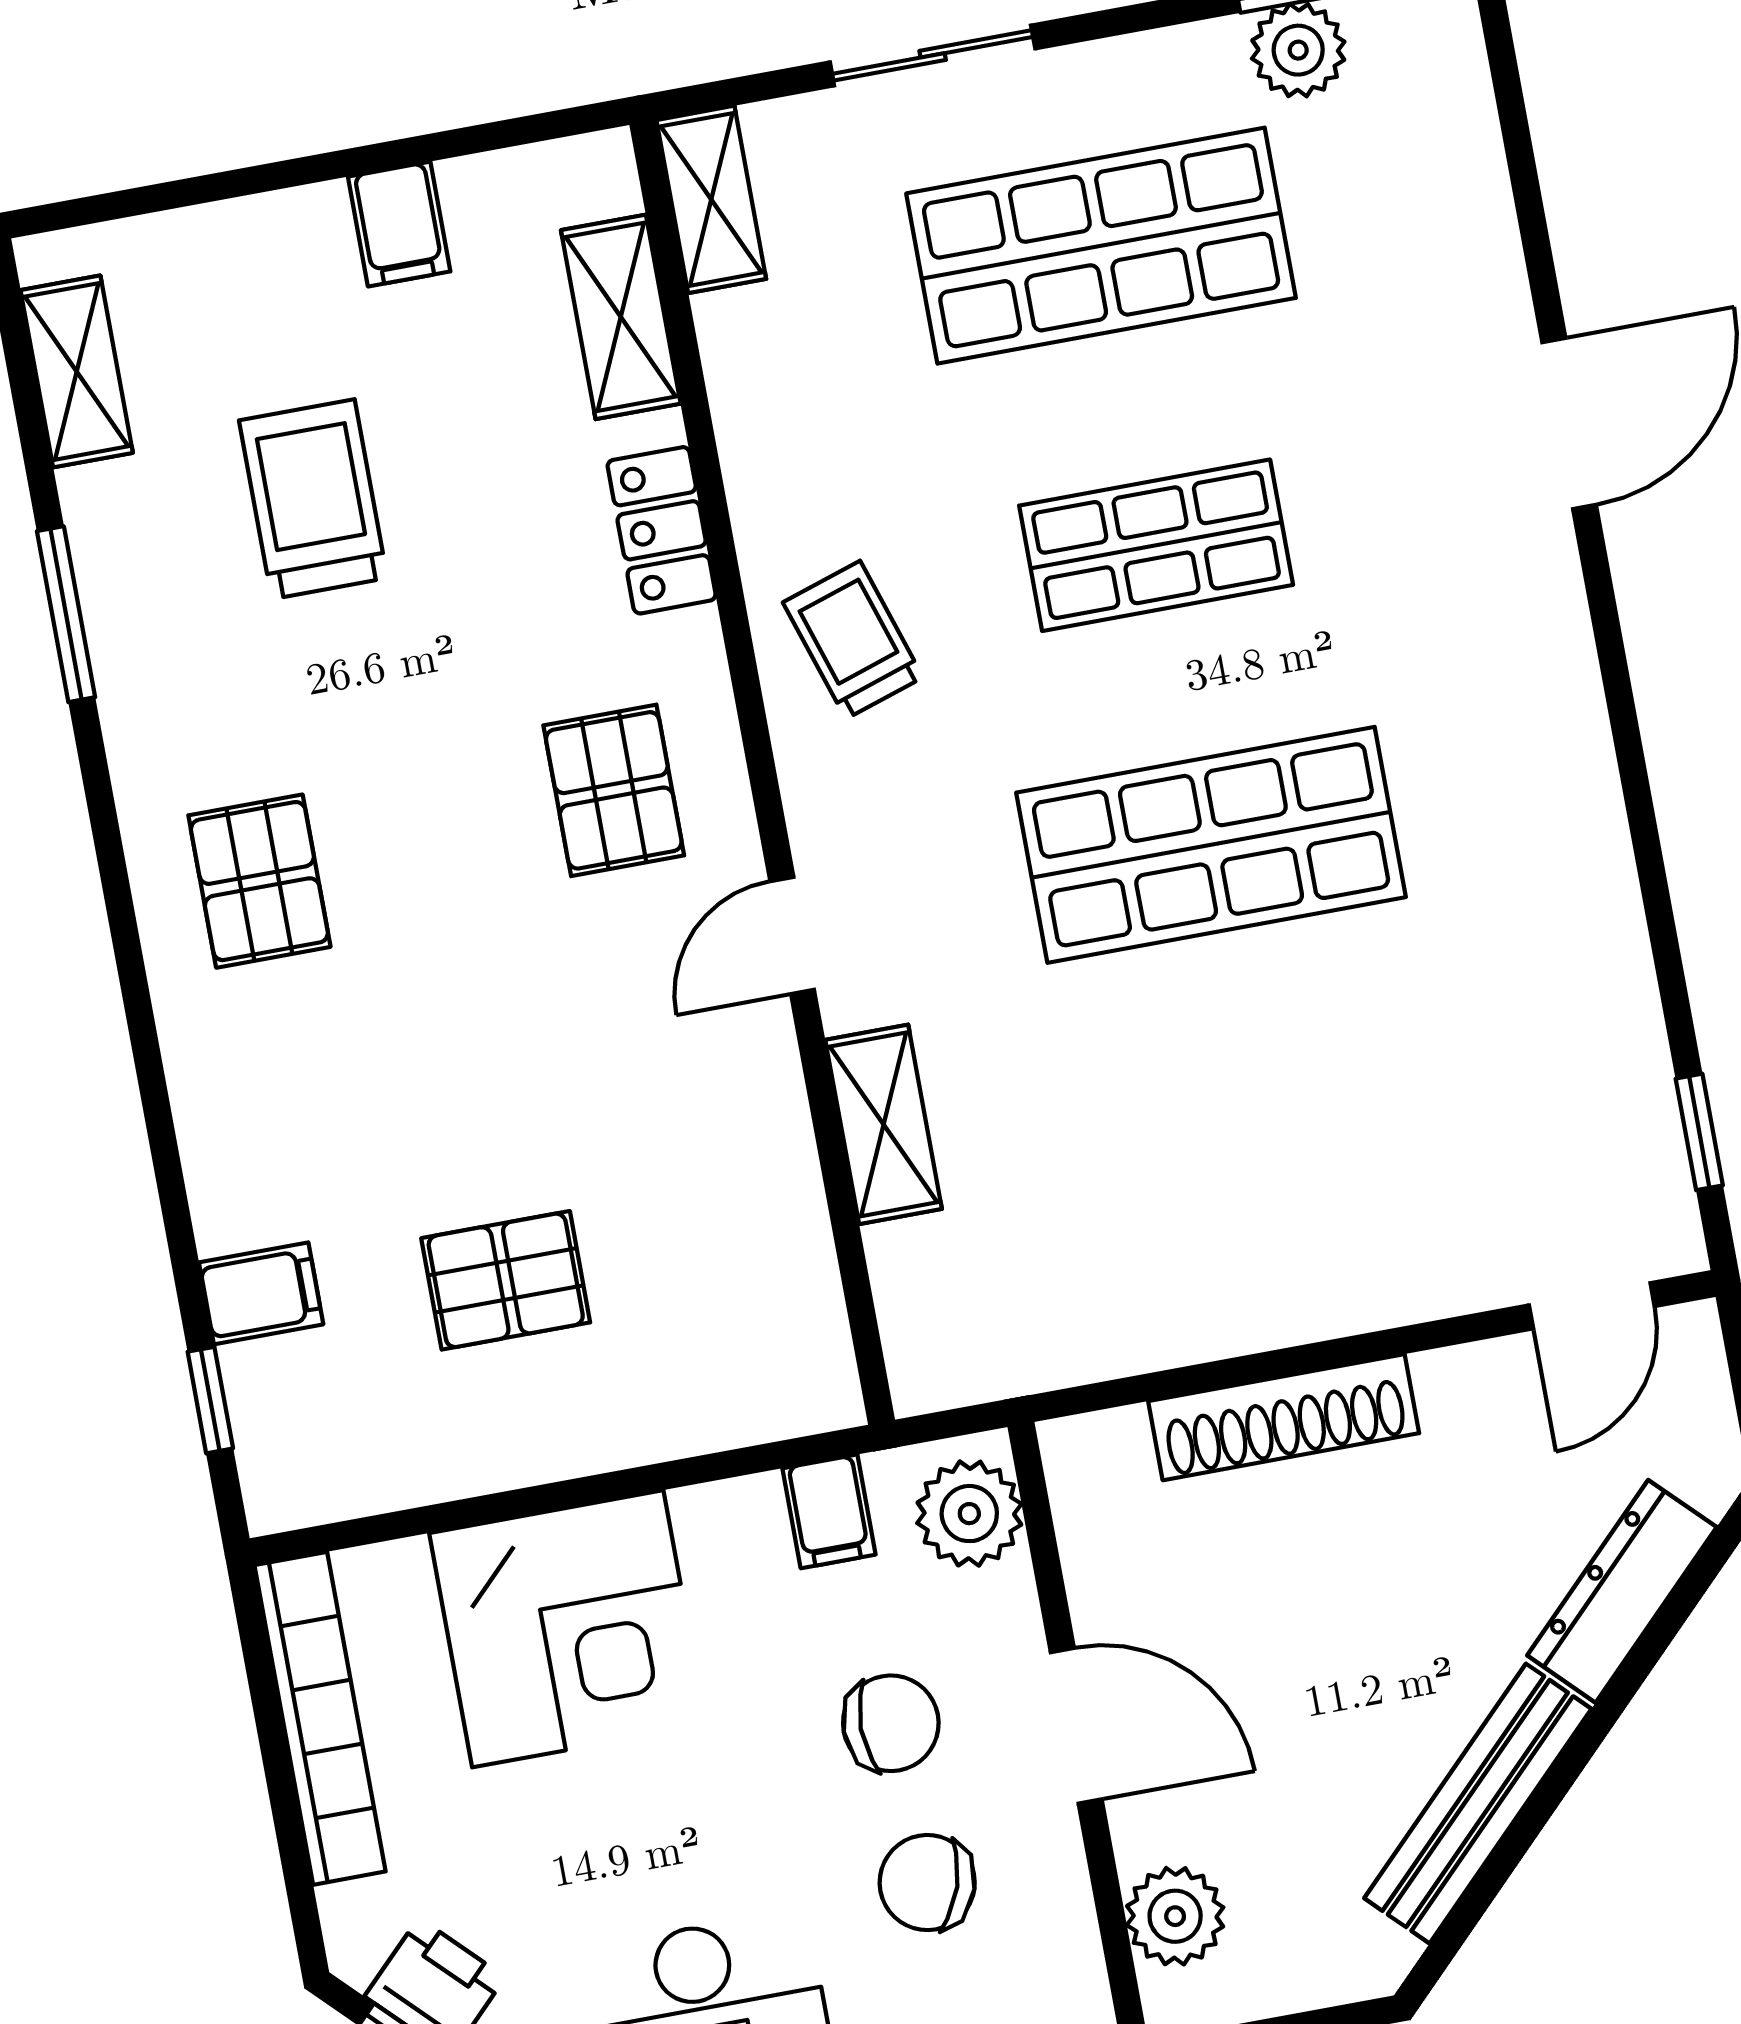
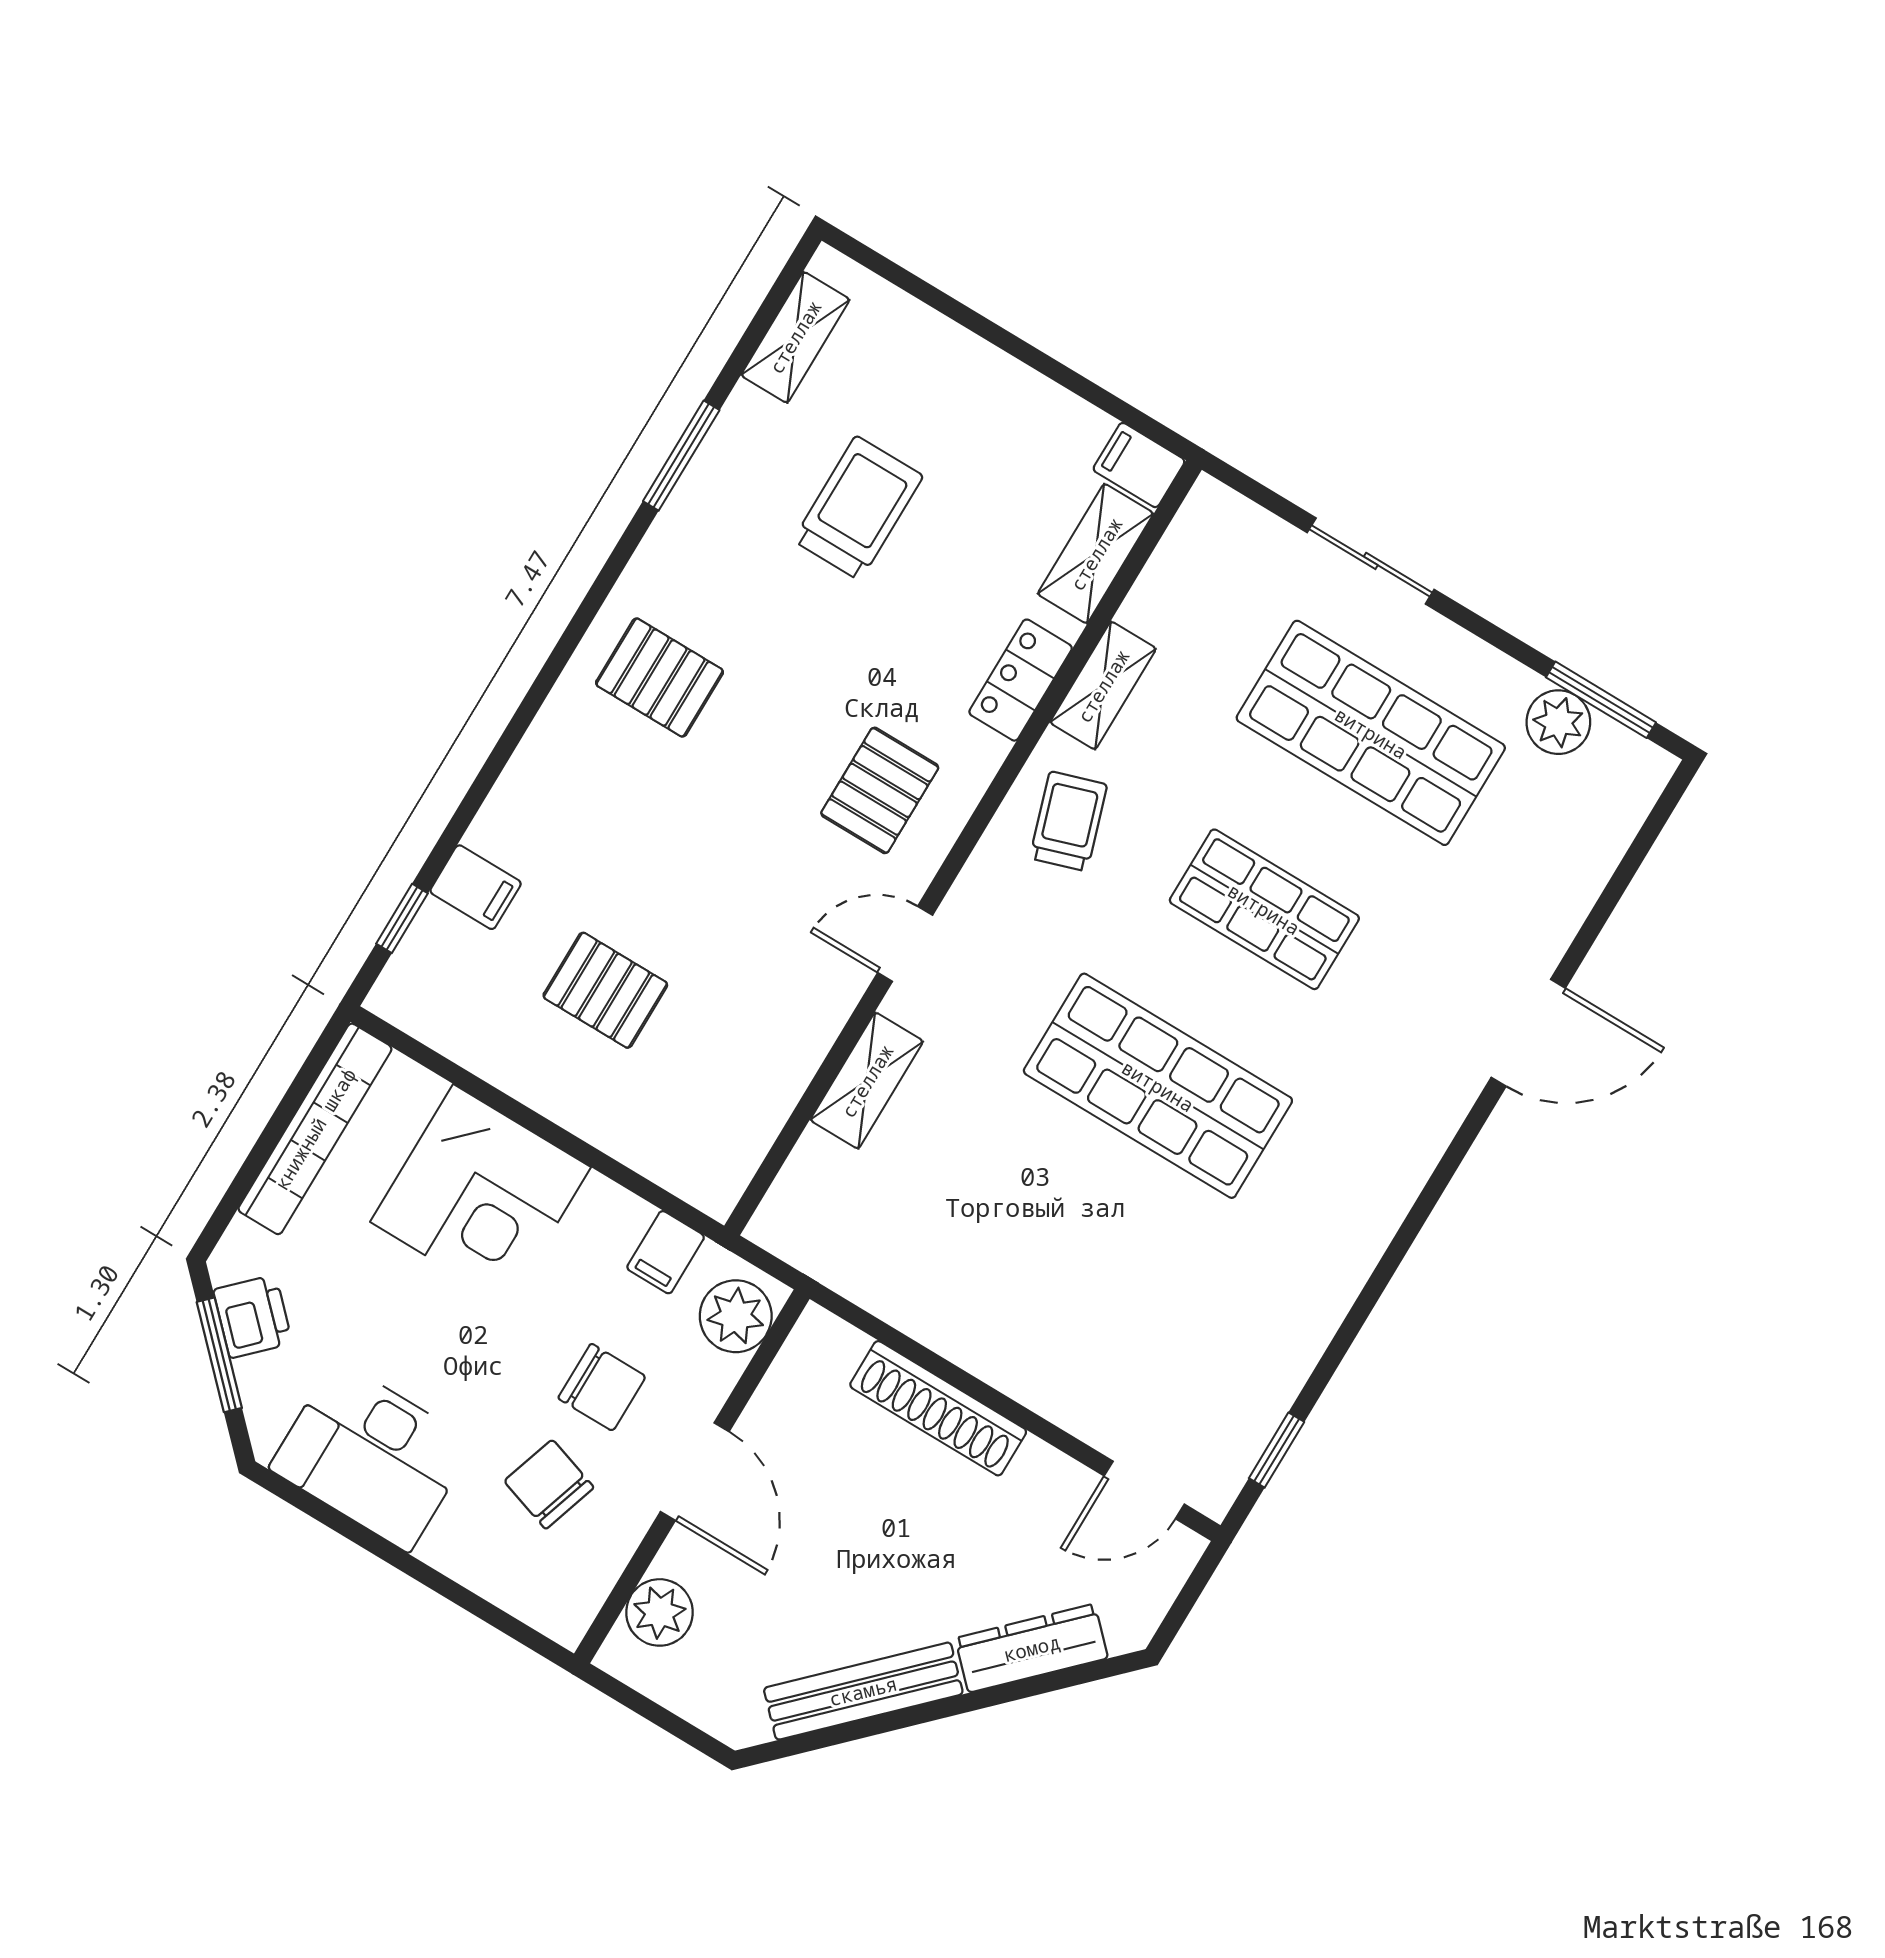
shelving: (711, 199) -> (1103, 686), moved
filing cabinet: (399, 224) -> (1139, 465), moved, turned 90
pallet: (259, 881) -> (660, 678), turned 90

